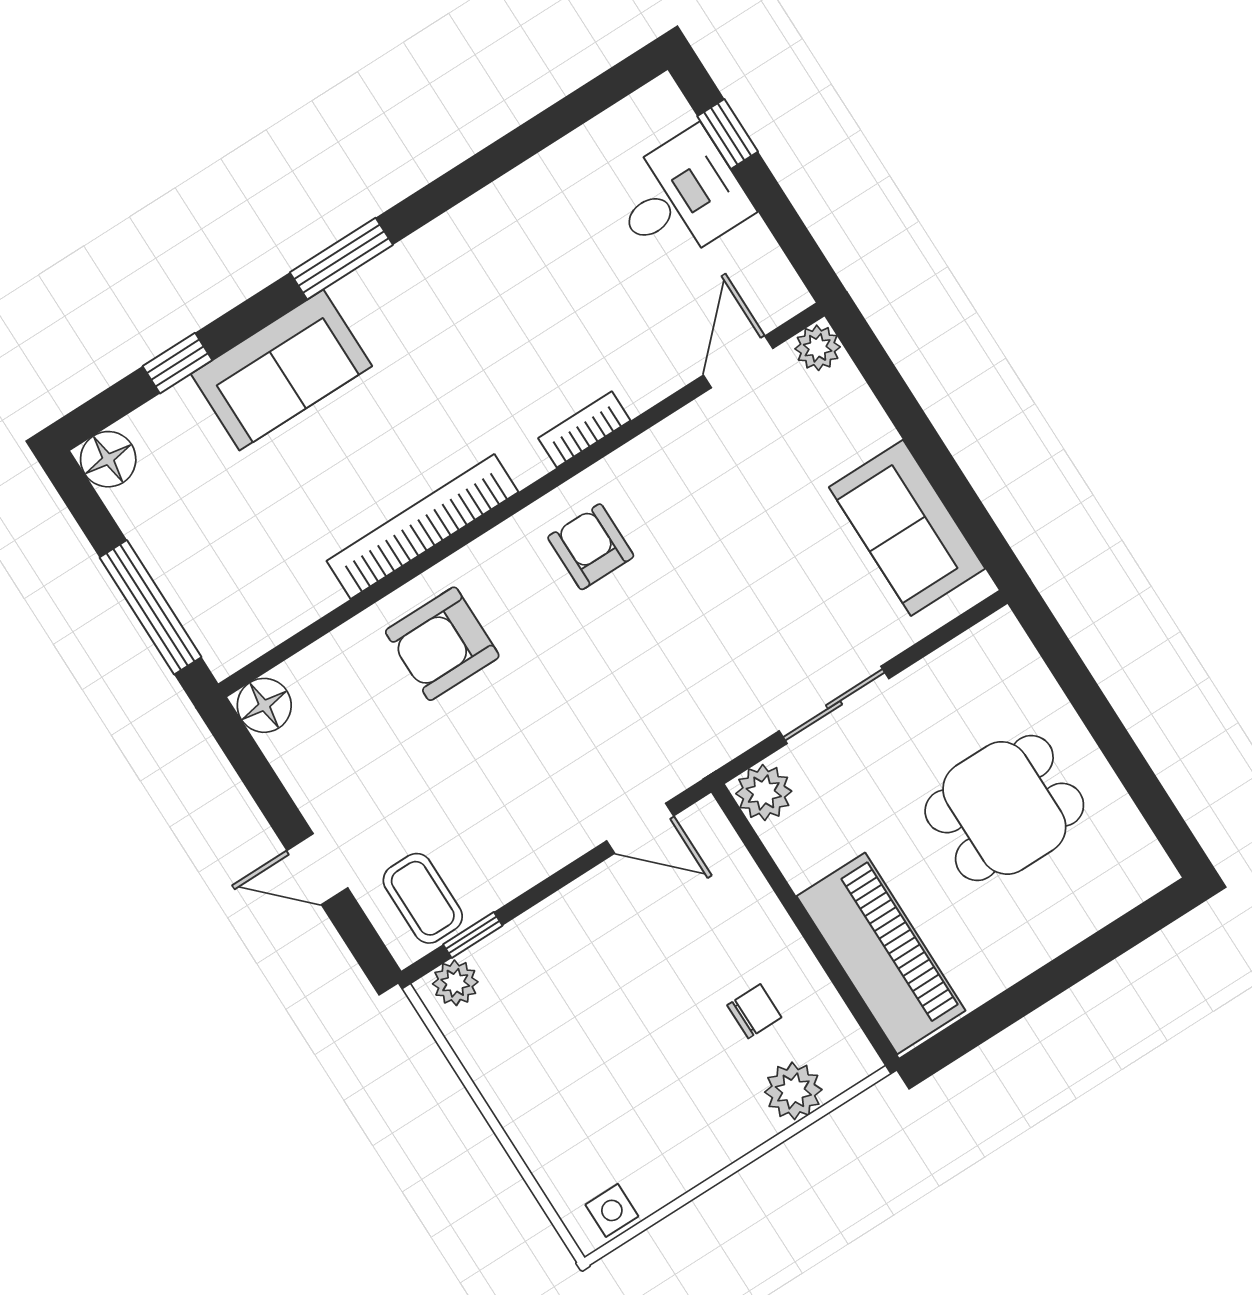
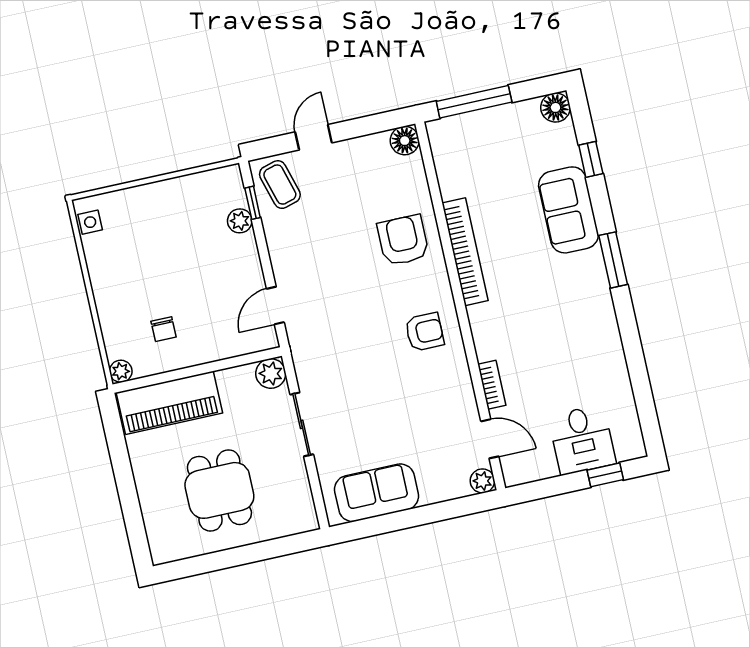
bookcase: (584, 429) -> (492, 385), moved
coffee table: (423, 898) -> (280, 185), turned 74
plant: (455, 983) -> (240, 221), moved
plant: (793, 1091) -> (121, 371), moved, width x0.73, depth x0.73

